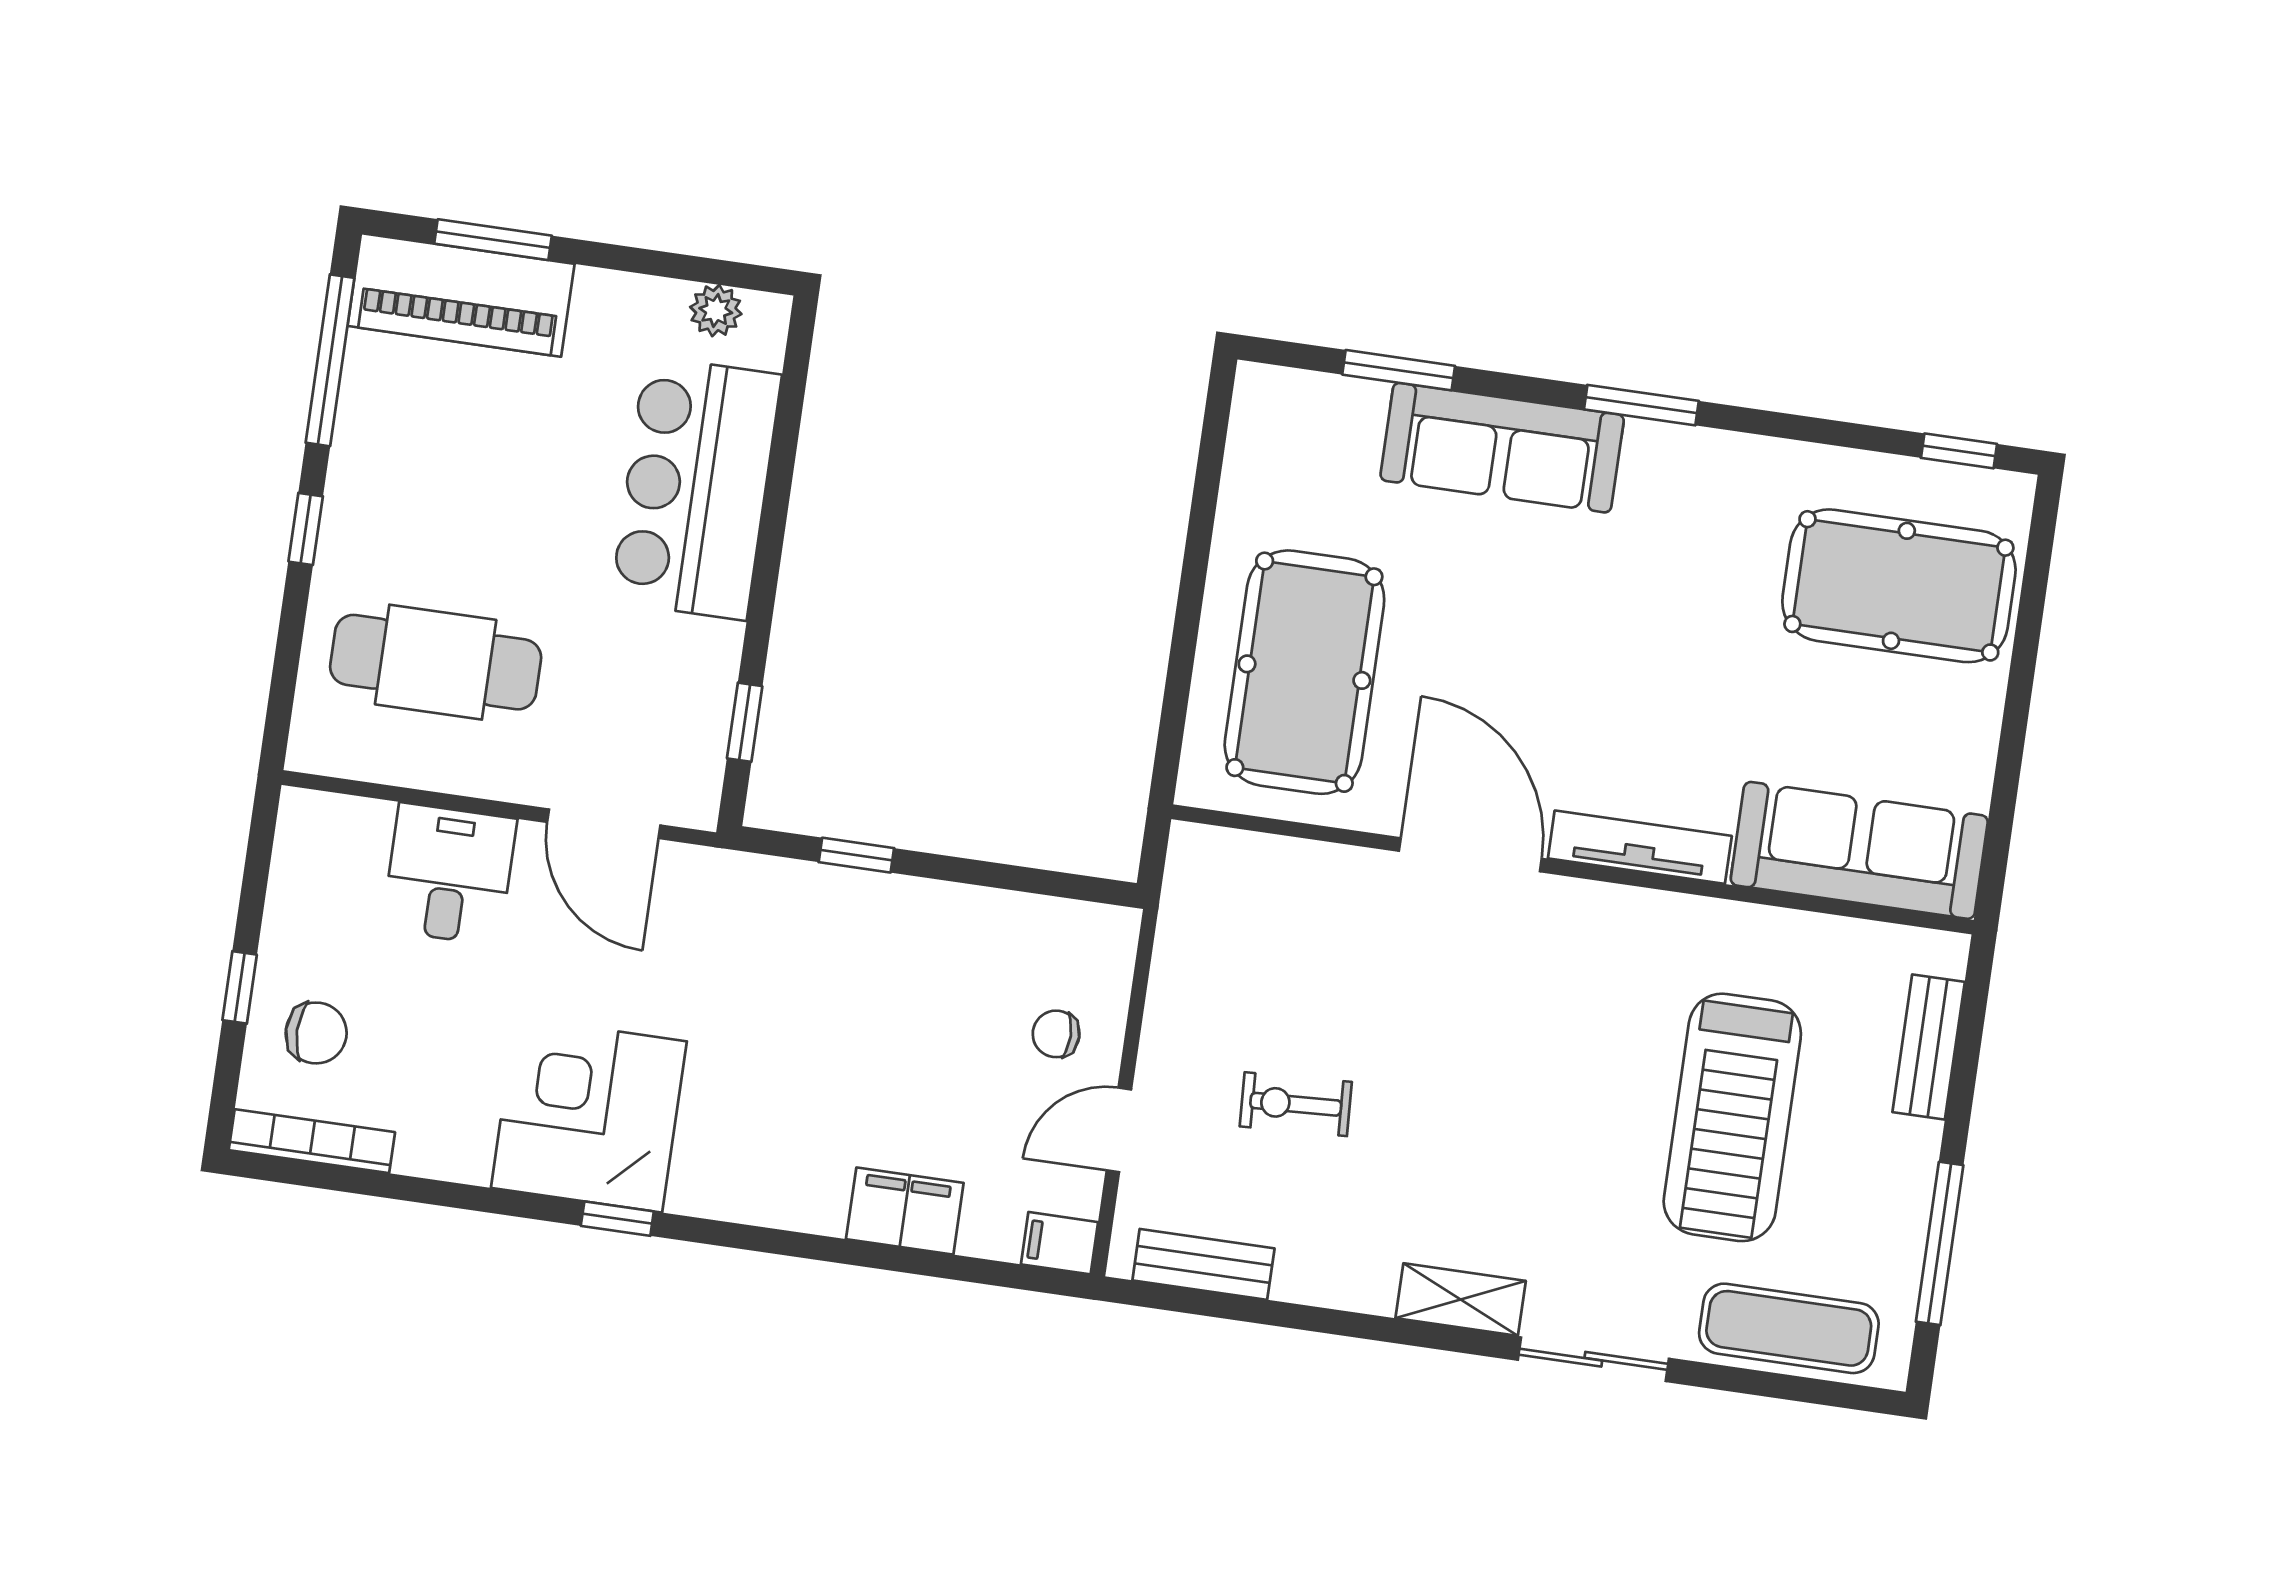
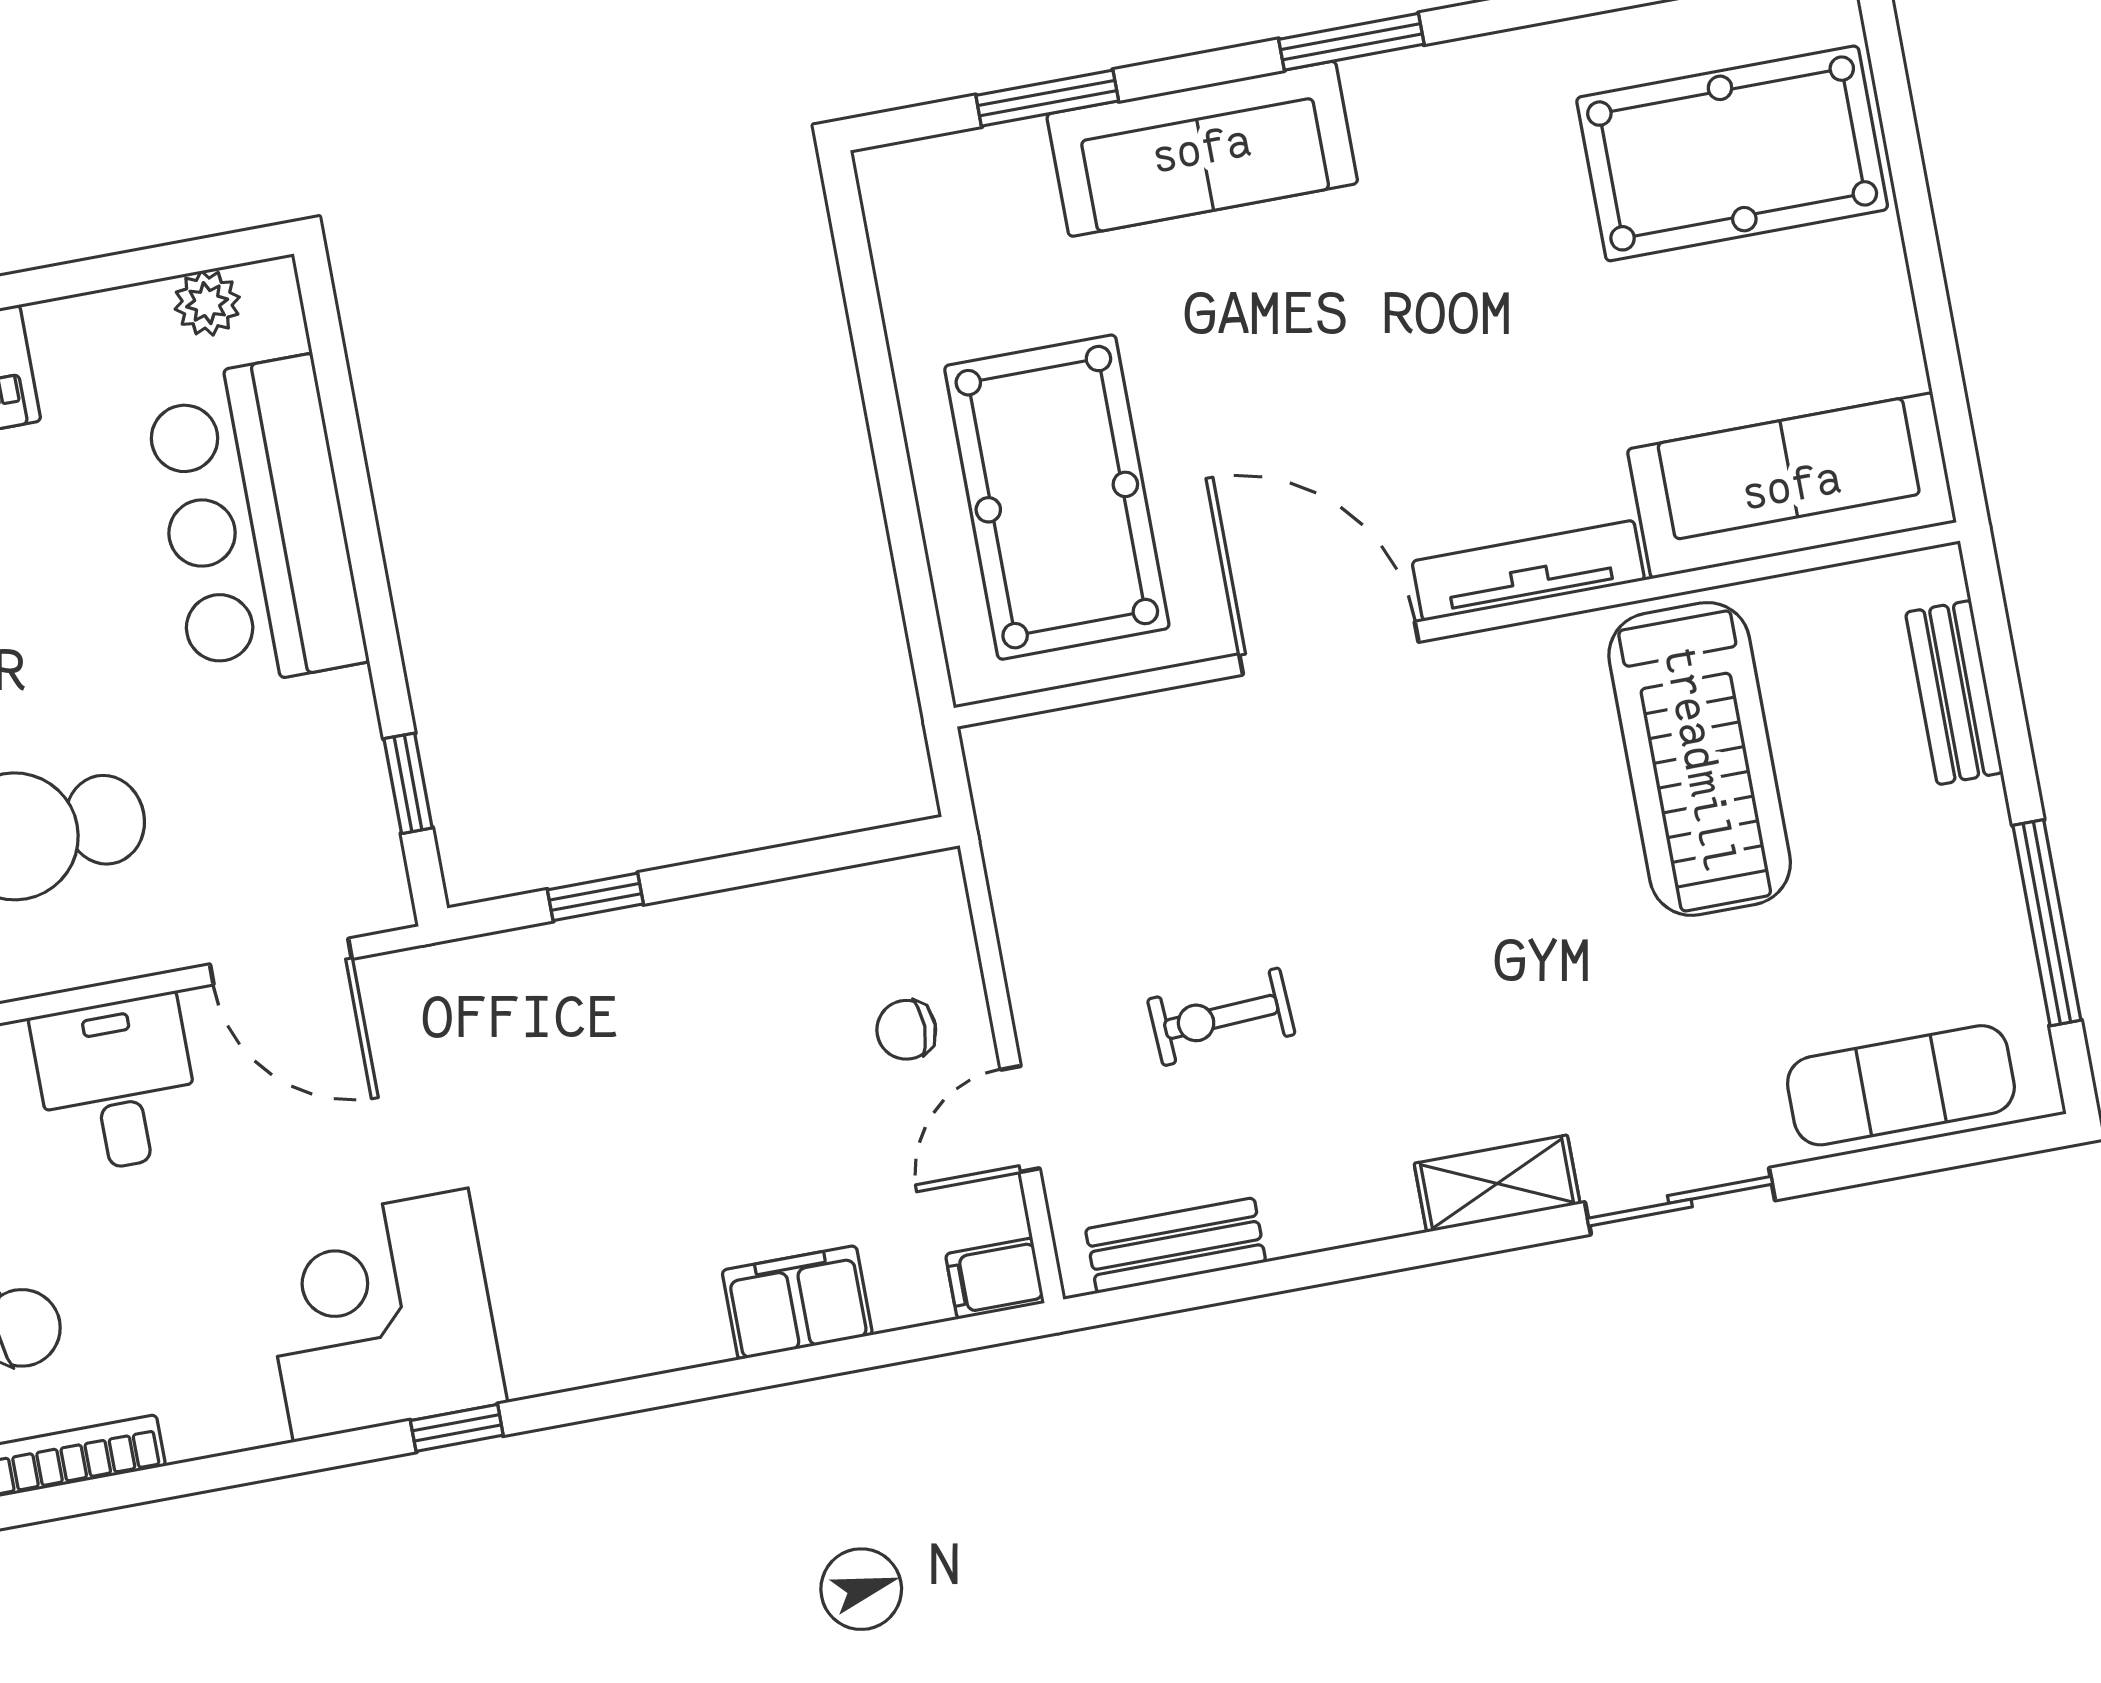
treadmill: (1732, 1117) -> (1700, 759), moved

